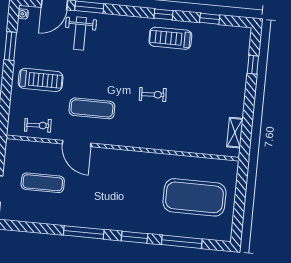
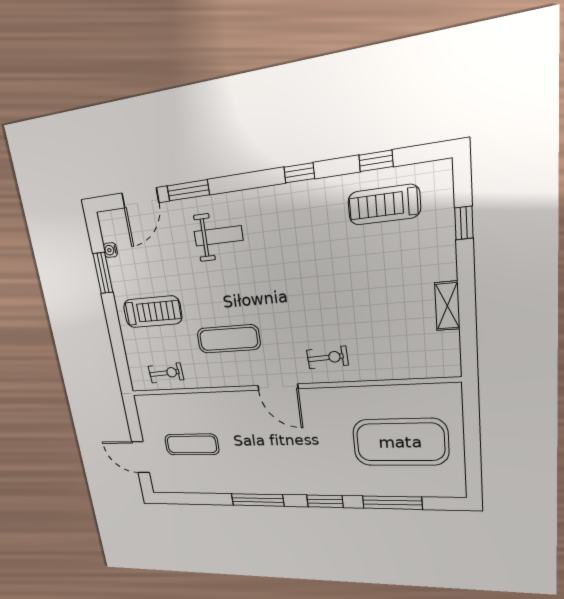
water cooler: (23, 14) -> (110, 250), moved
weight bench: (80, 33) -> (218, 236), moved, turned -90
treadmill: (170, 38) -> (384, 205), moved
exercise bike: (153, 95) -> (327, 358), moved
shelving: (235, 133) -> (447, 306), moved
door: (77, 144) -> (278, 387), moved

